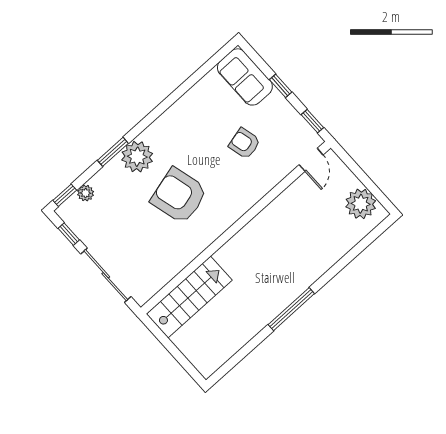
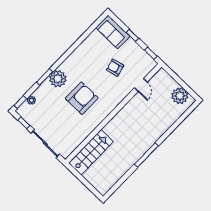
door: (311, 160) -> (141, 85), moved
armchair: (179, 196) -> (82, 98), turned 105

